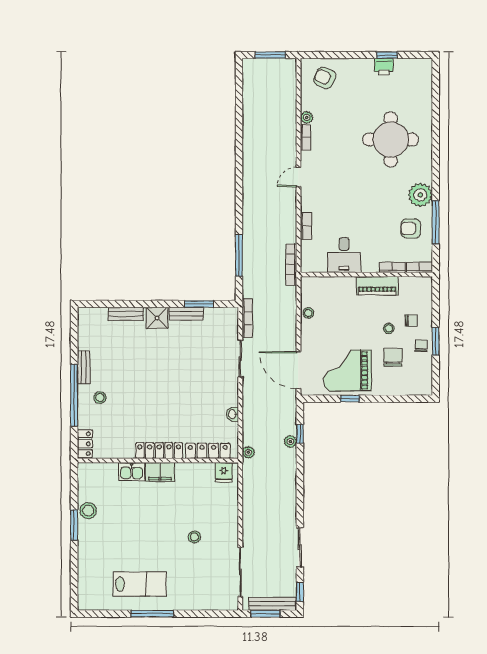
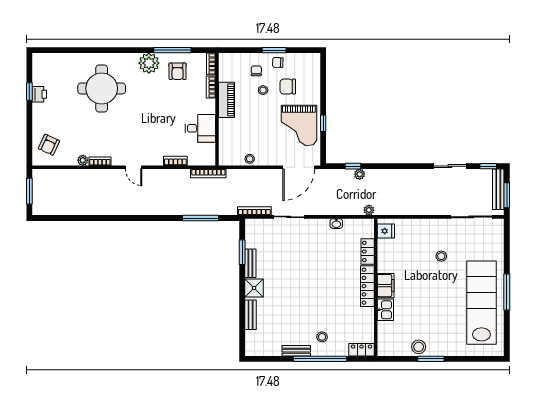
locker: (208, 451) -> (368, 252), width x0.66
lab bench: (140, 584) -> (481, 303), width x1.86, depth x1.39

